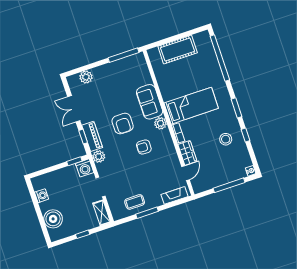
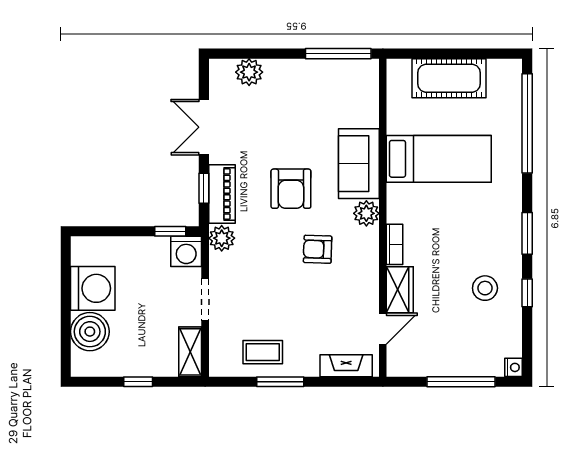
bed: (191, 106) -> (439, 159), moved
washing machine: (42, 196) -> (93, 288), width x1.89, depth x1.89

